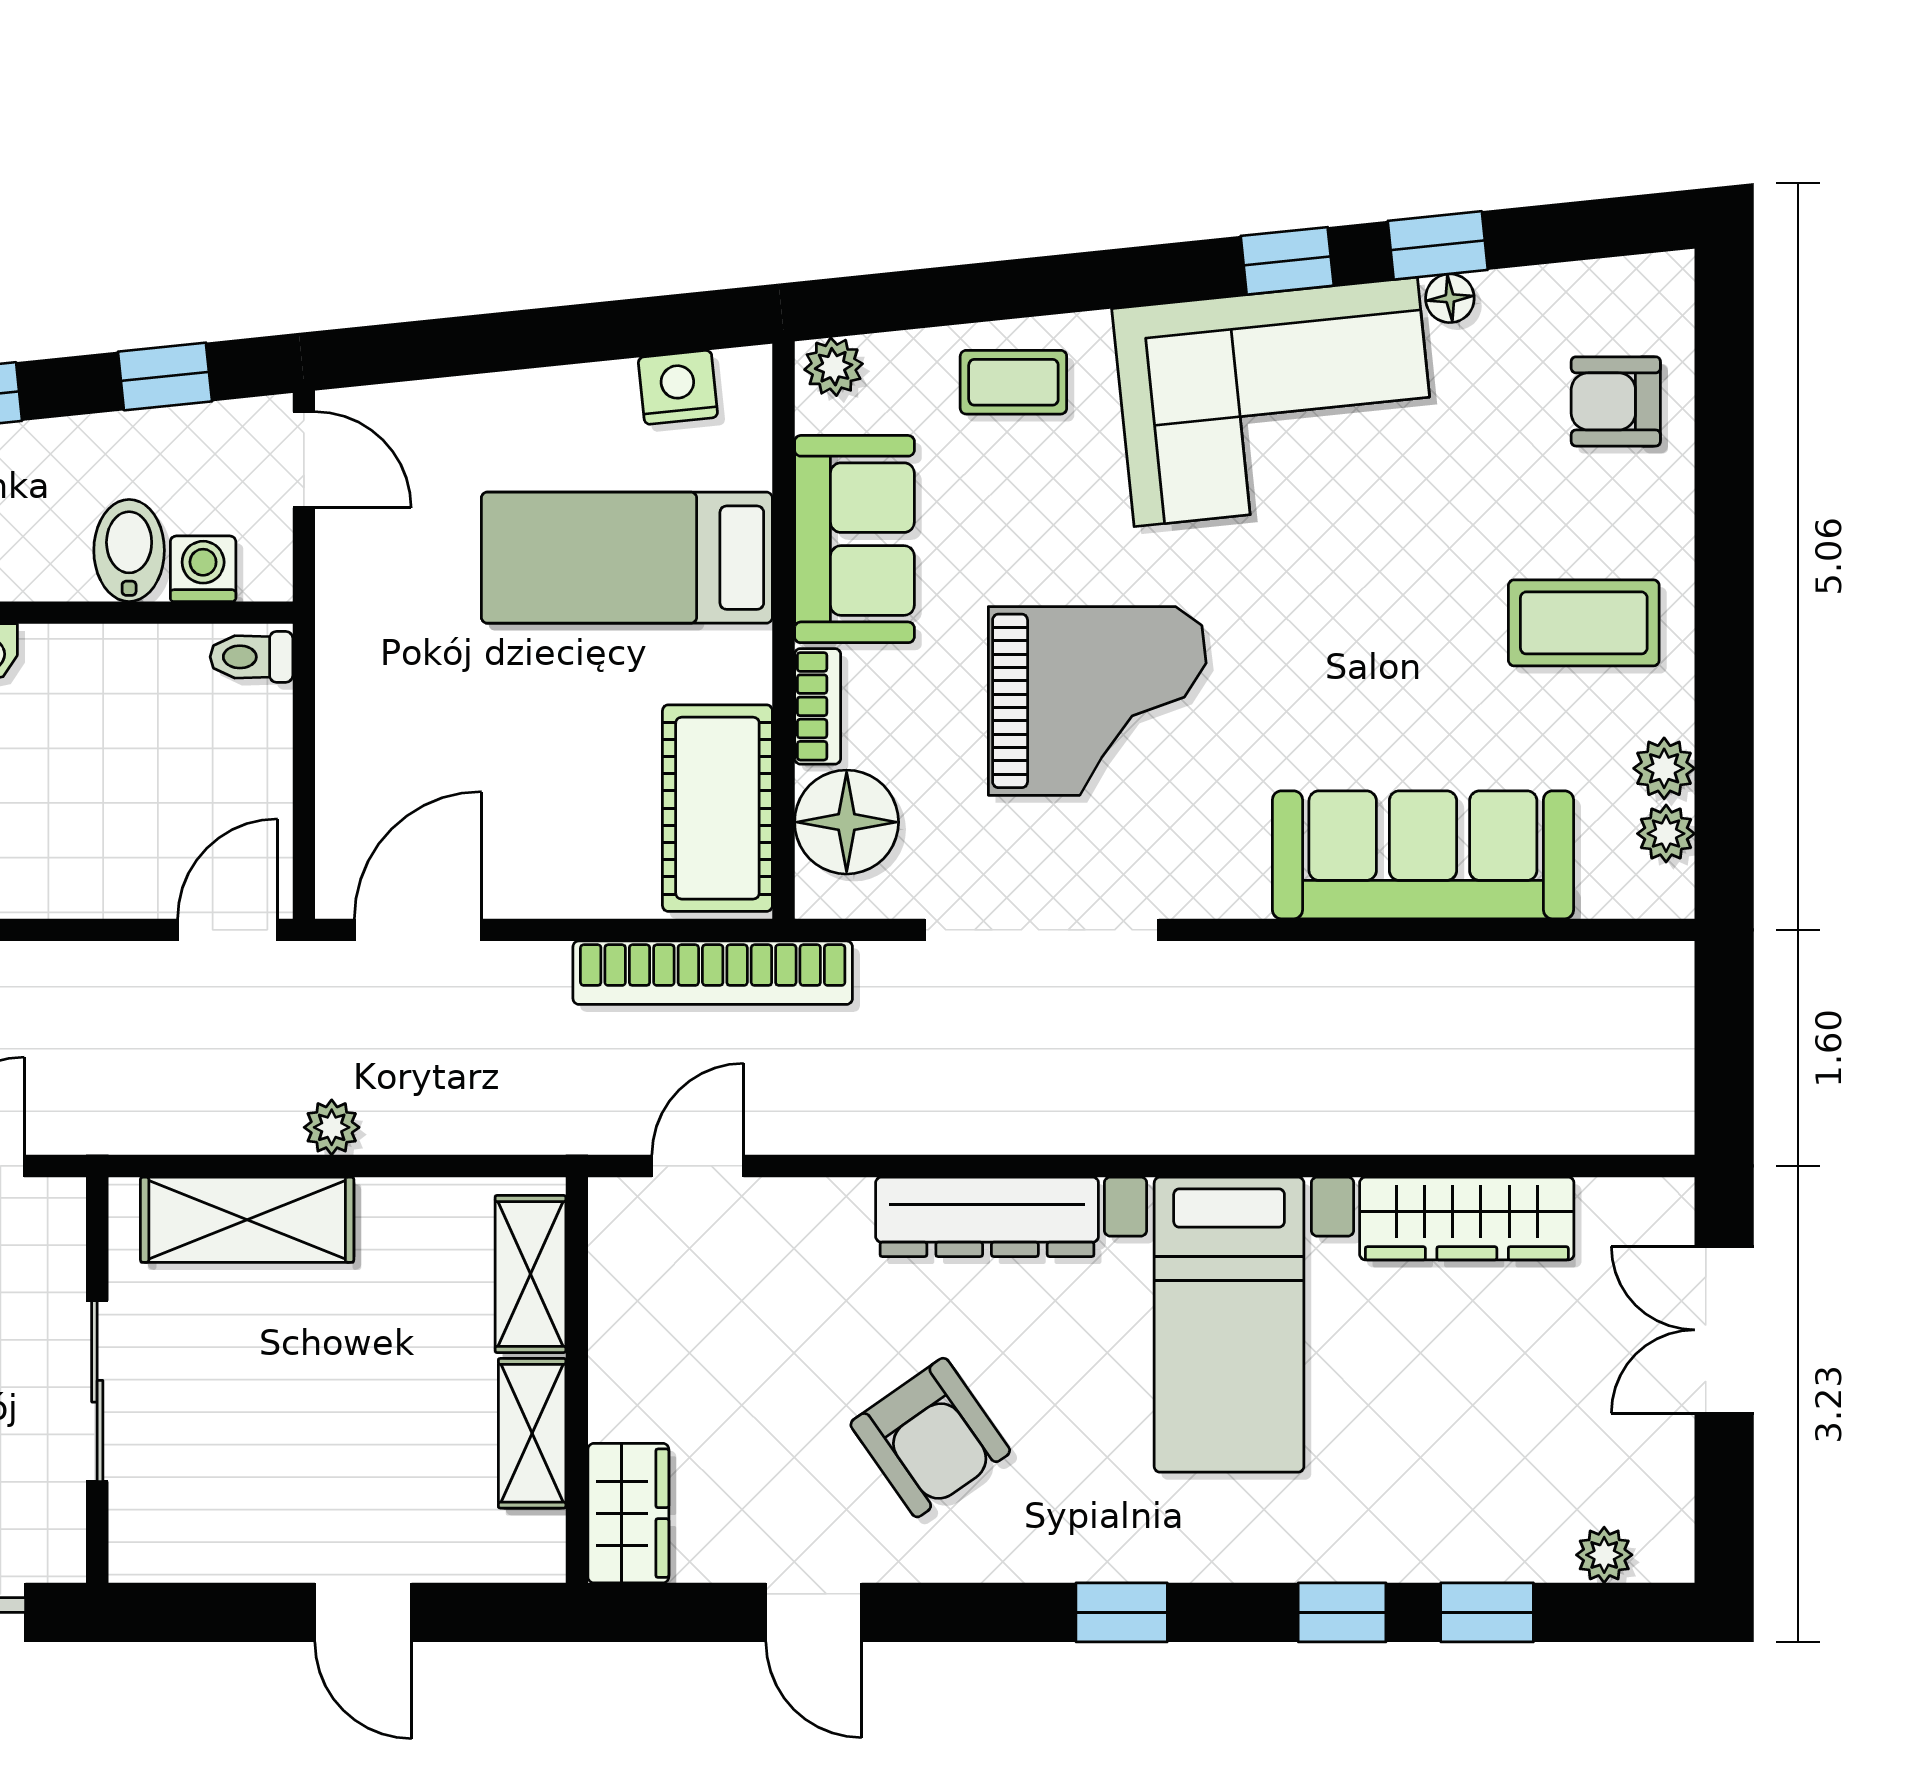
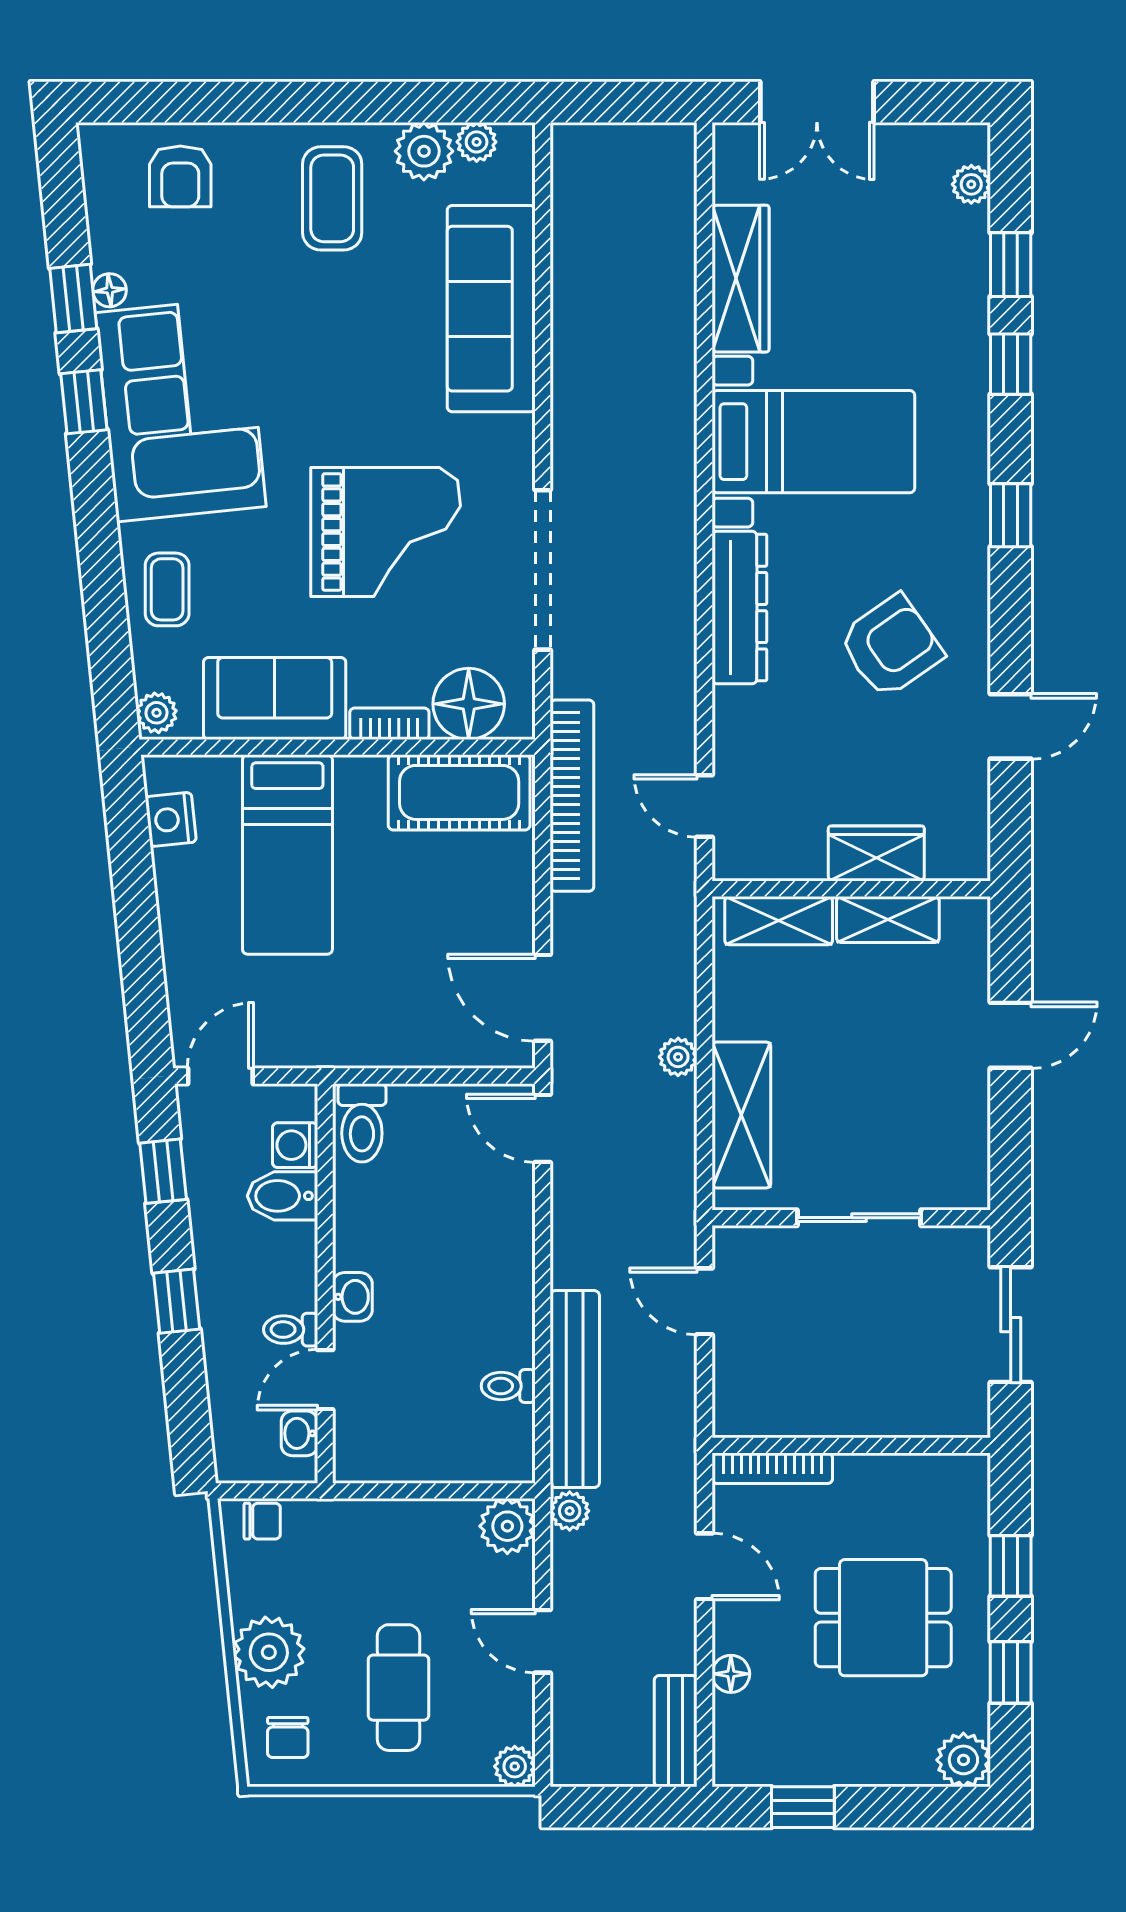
toilet: (251, 657) -> (362, 1123), width x1.37, depth x1.39
grand piano: (1097, 701) -> (386, 532), turned 90
plant: (1664, 768) -> (424, 151), width x1.38, depth x1.38
wardrobe: (628, 1513) -> (876, 853), moved

